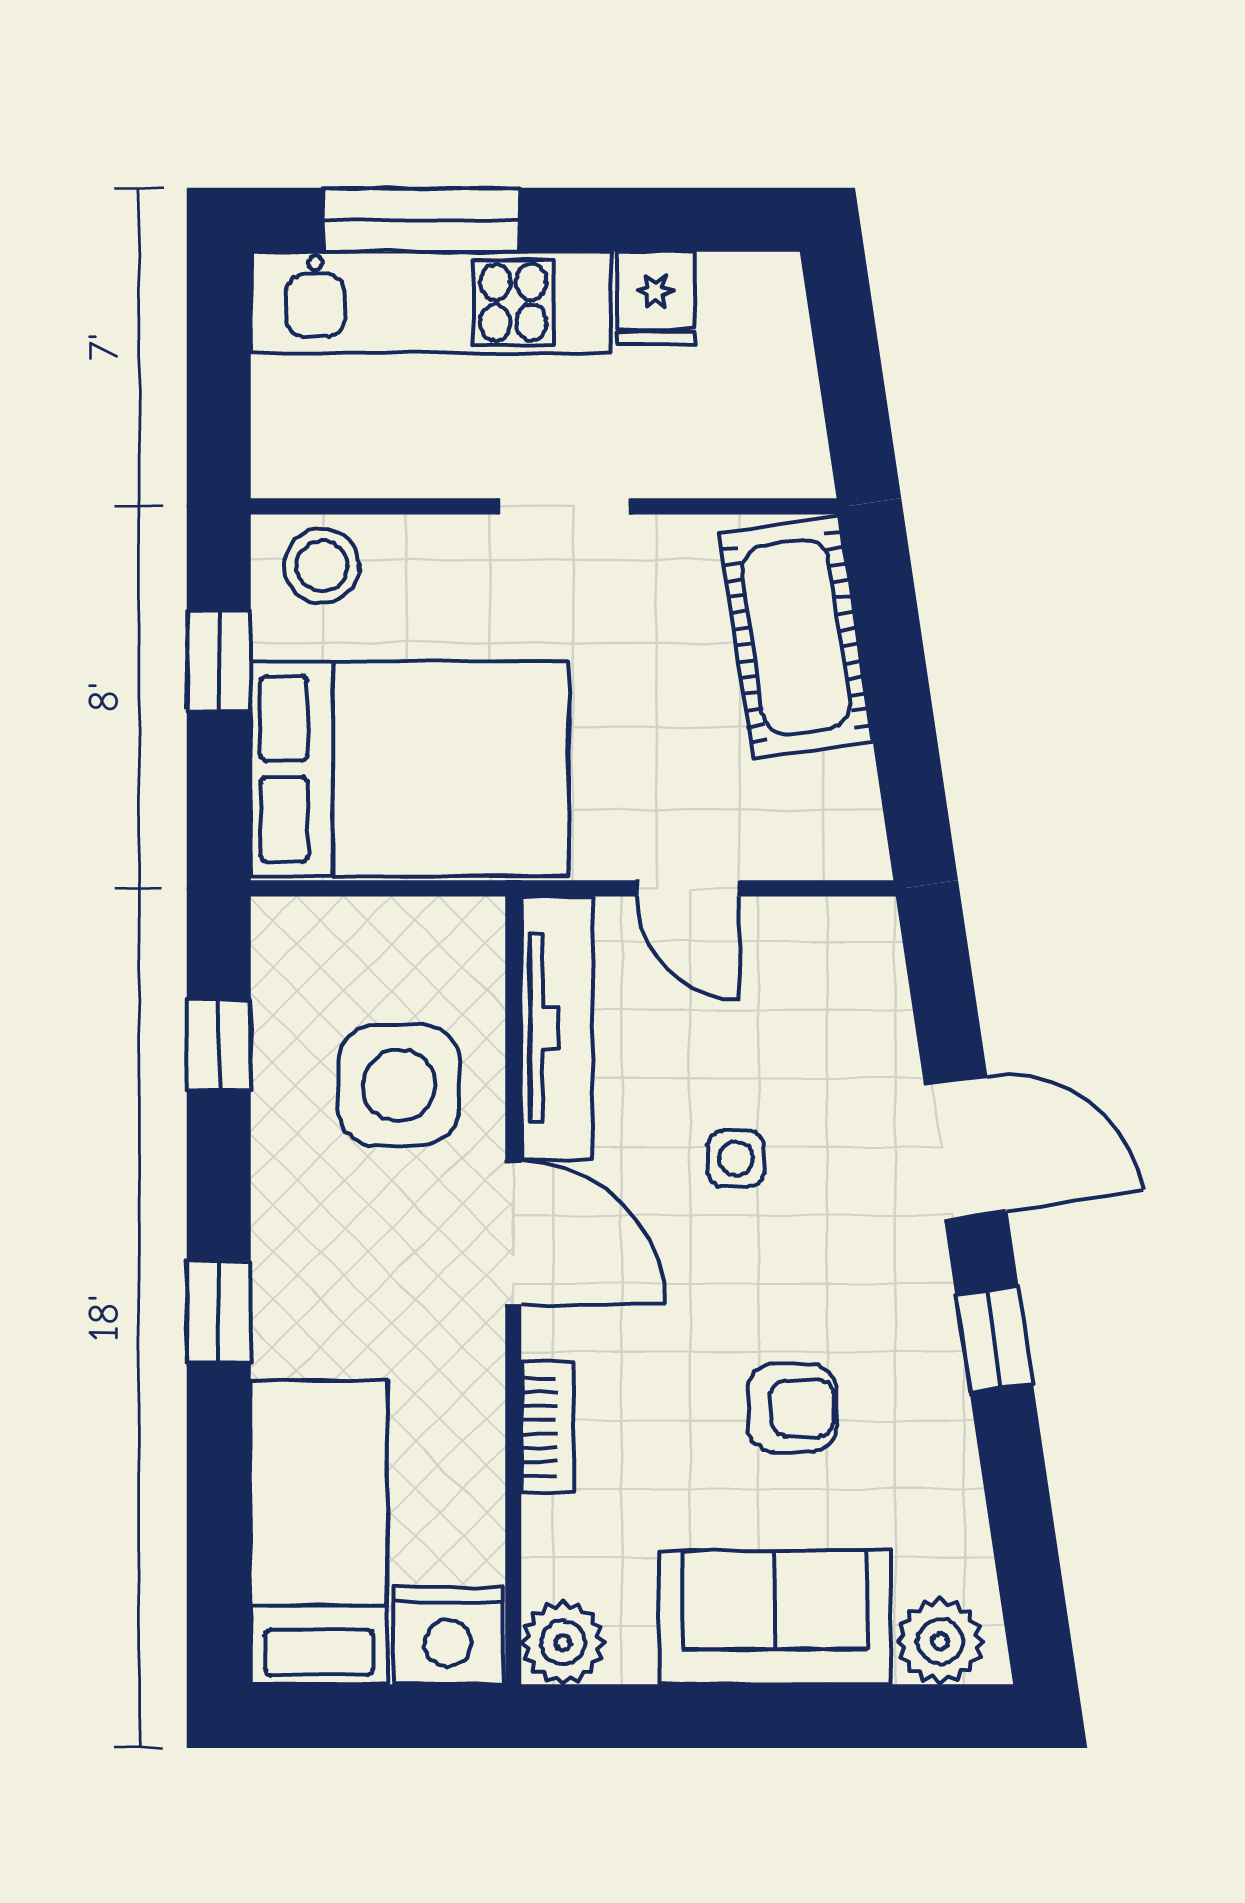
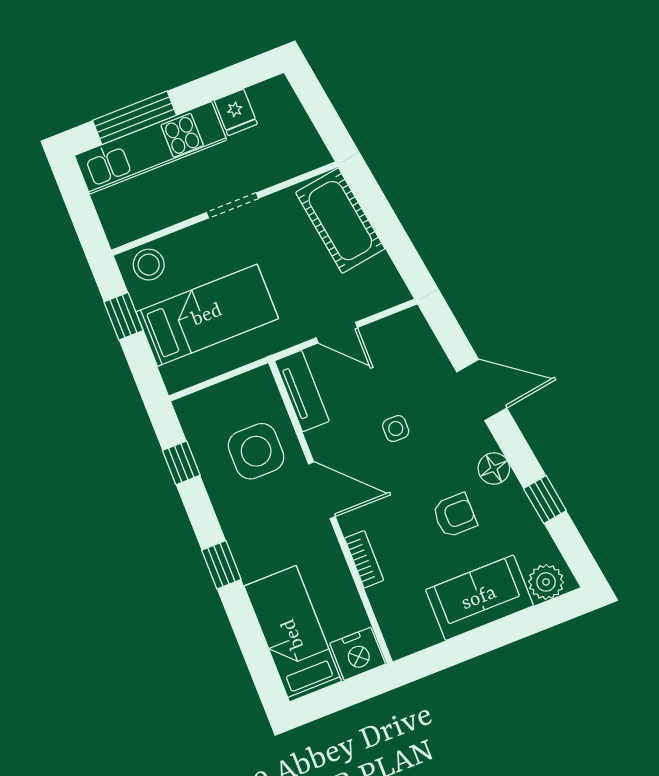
bed: (410, 769) -> (207, 315), width x0.67
tv unit: (557, 1028) -> (302, 391), width x0.71
floor lamp: (923, 1337) -> (494, 469), added
window: (994, 1339) -> (545, 500), moved
plant: (563, 1643) -> (402, 639), removed

